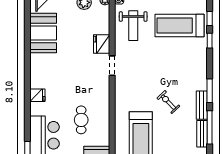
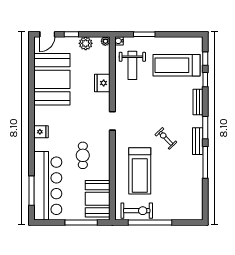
booth: (43, 33) -> (52, 79), width x1.36, depth x1.42
doorway: (112, 66) -> (112, 121), moved
bench: (202, 134) -> (198, 102), moved

